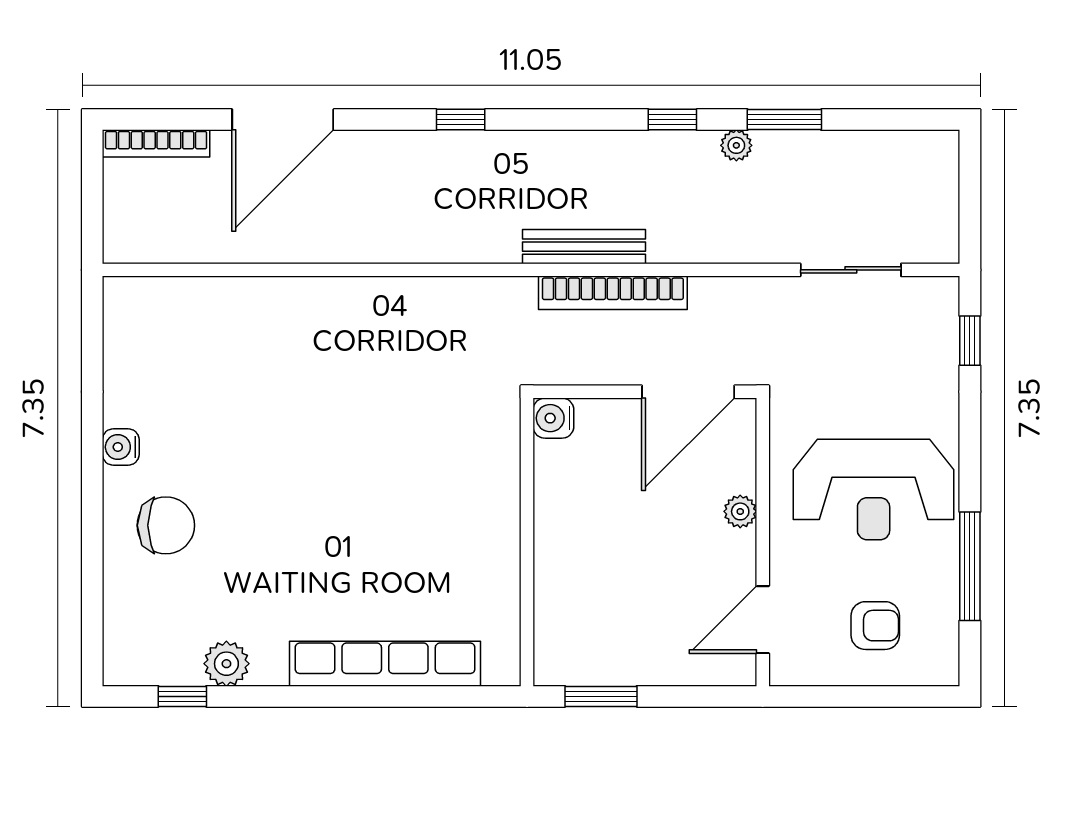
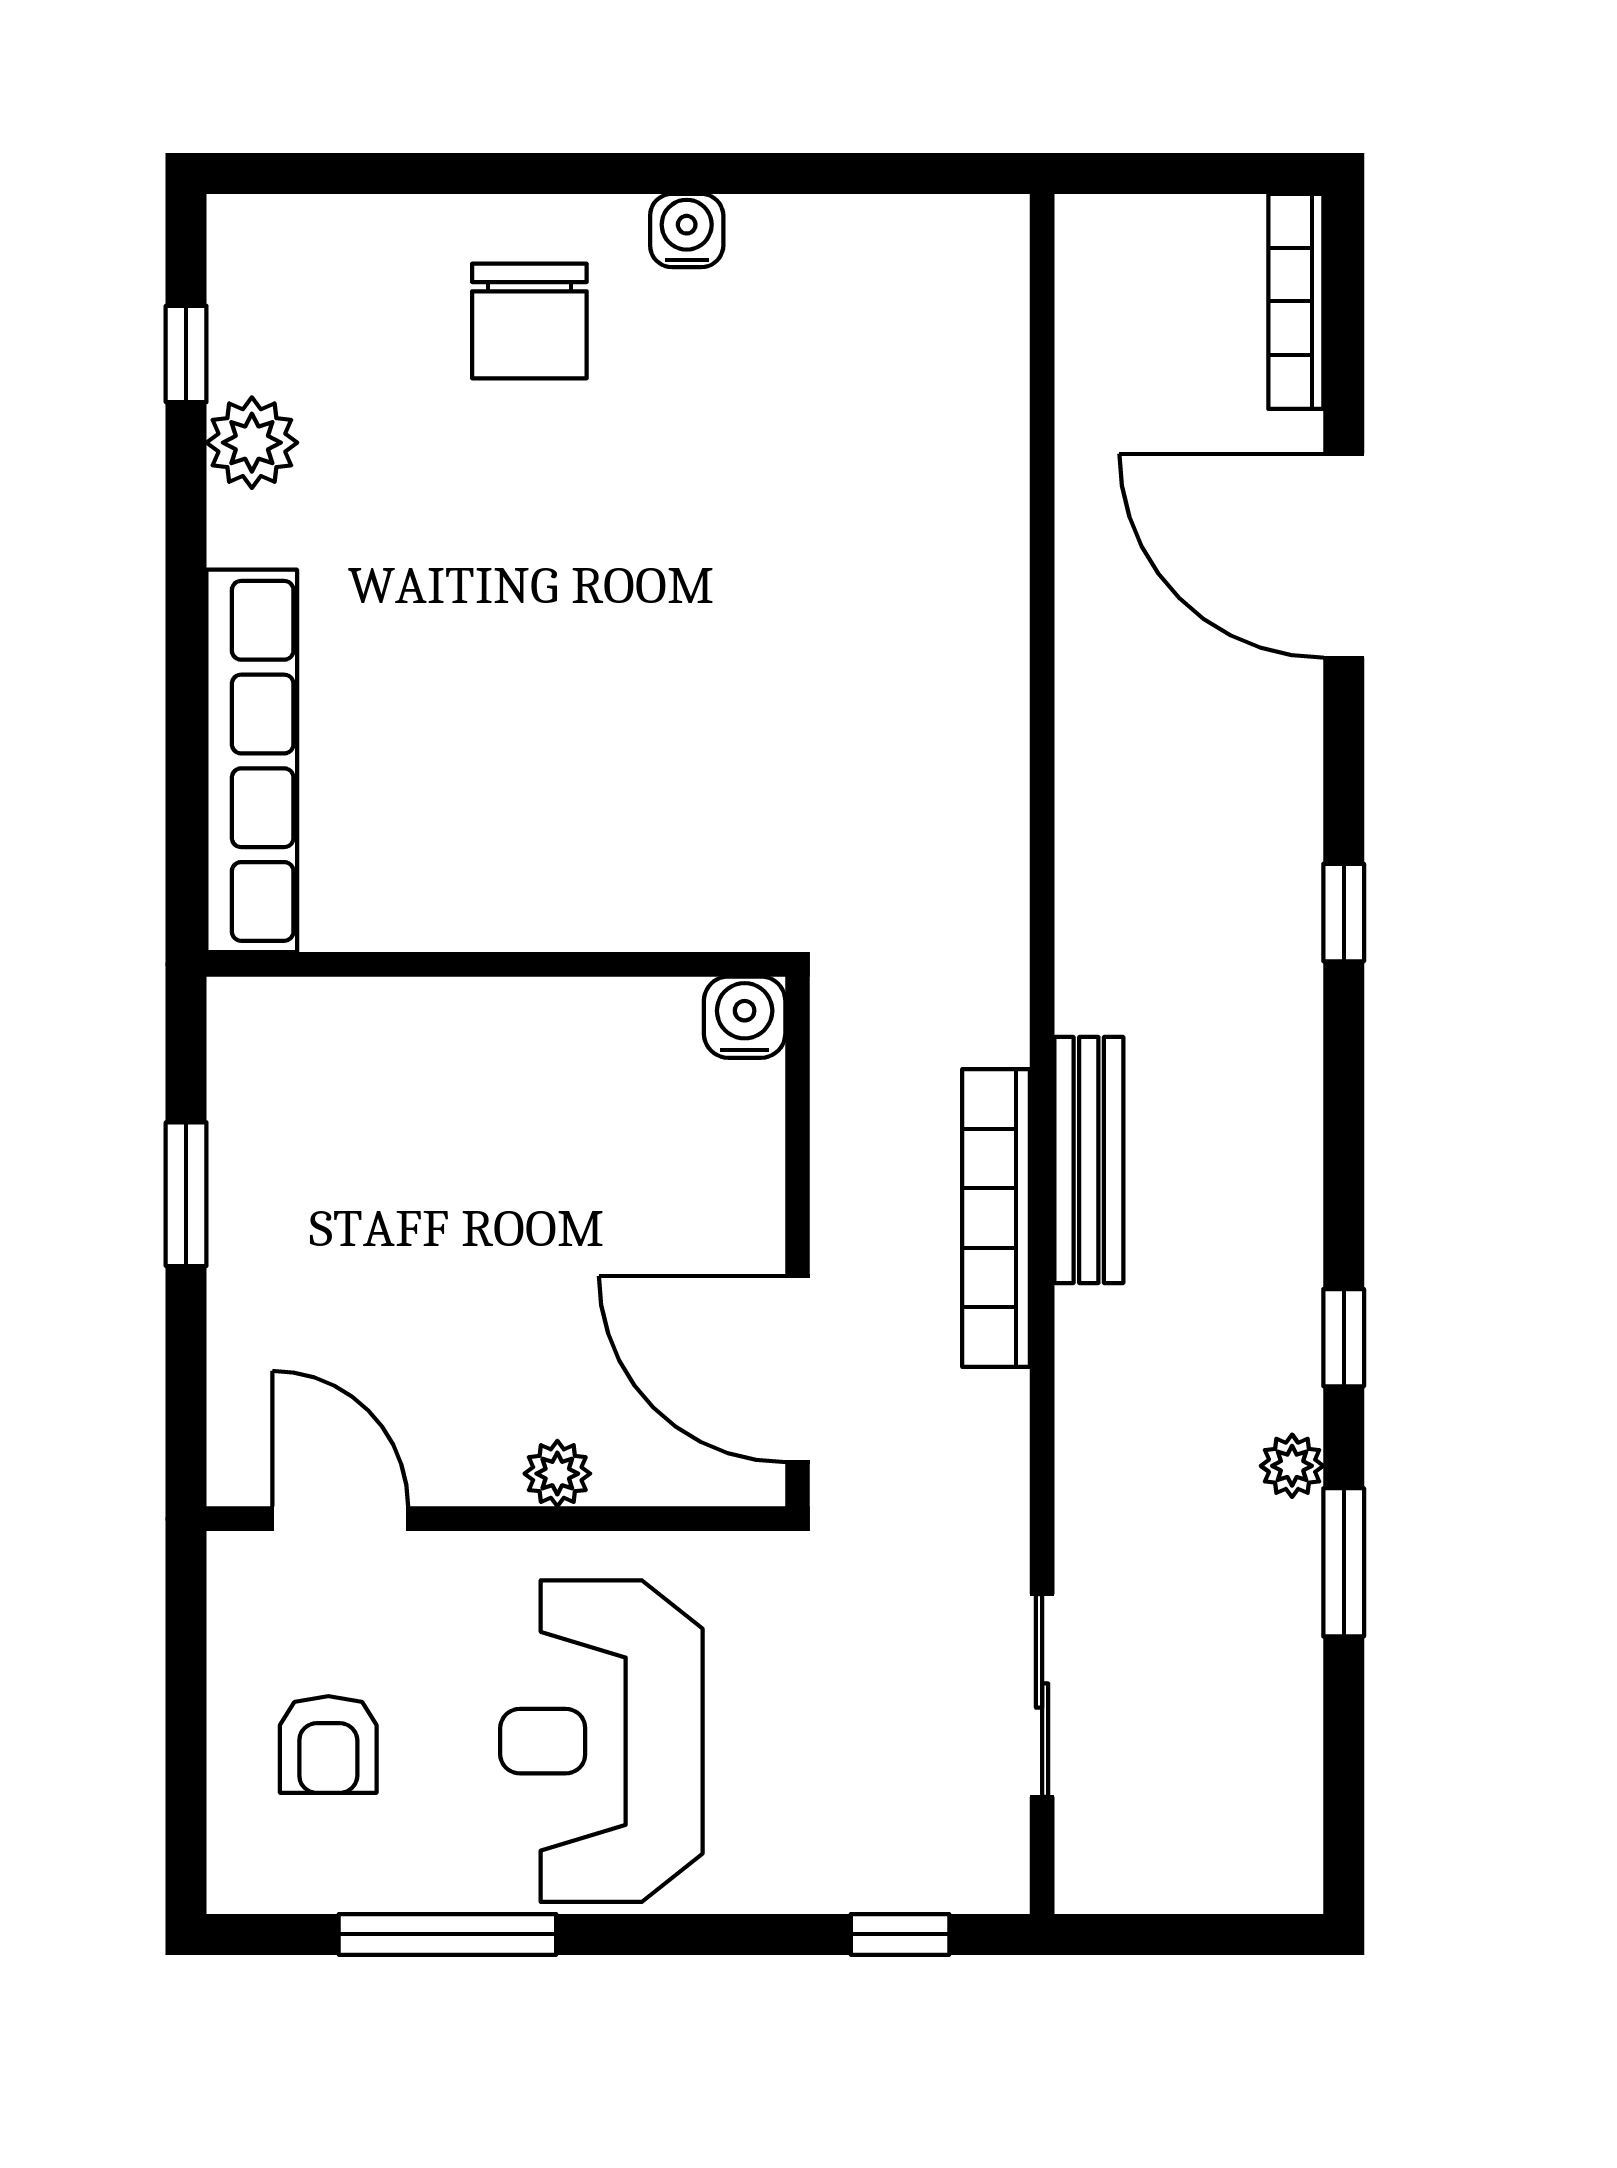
water cooler: (553, 418) -> (745, 1017), moved
wall: (527, 542) -> (496, 964), moved

